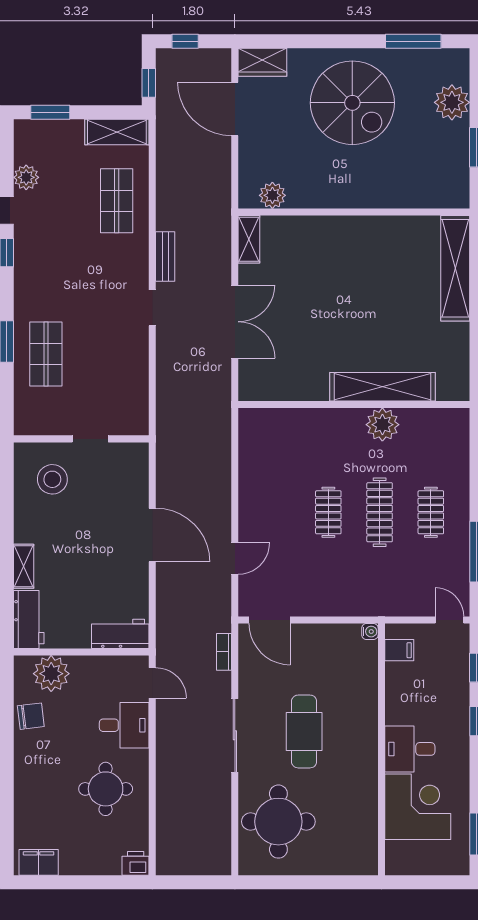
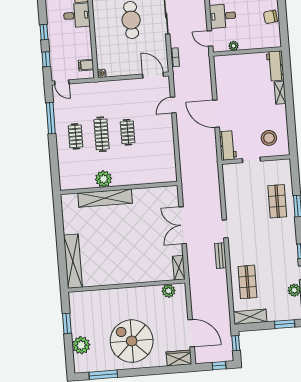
workbench: (120, 634) -> (228, 145), moved, turned -90
plant: (51, 674) -> (234, 46), moved, width x0.53, depth x0.53

